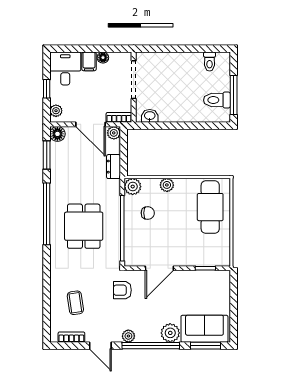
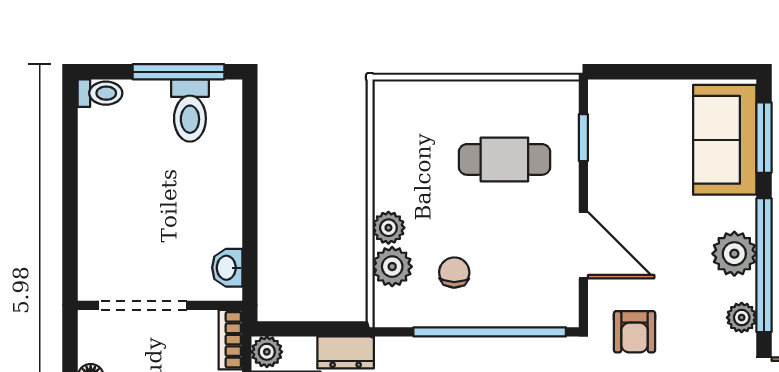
toilet: (210, 62) -> (100, 93), moved
plant: (133, 187) -> (392, 267), moved
cafe table: (210, 207) -> (504, 159), moved, width x0.73, depth x0.74
plant: (170, 333) -> (734, 254), moved

